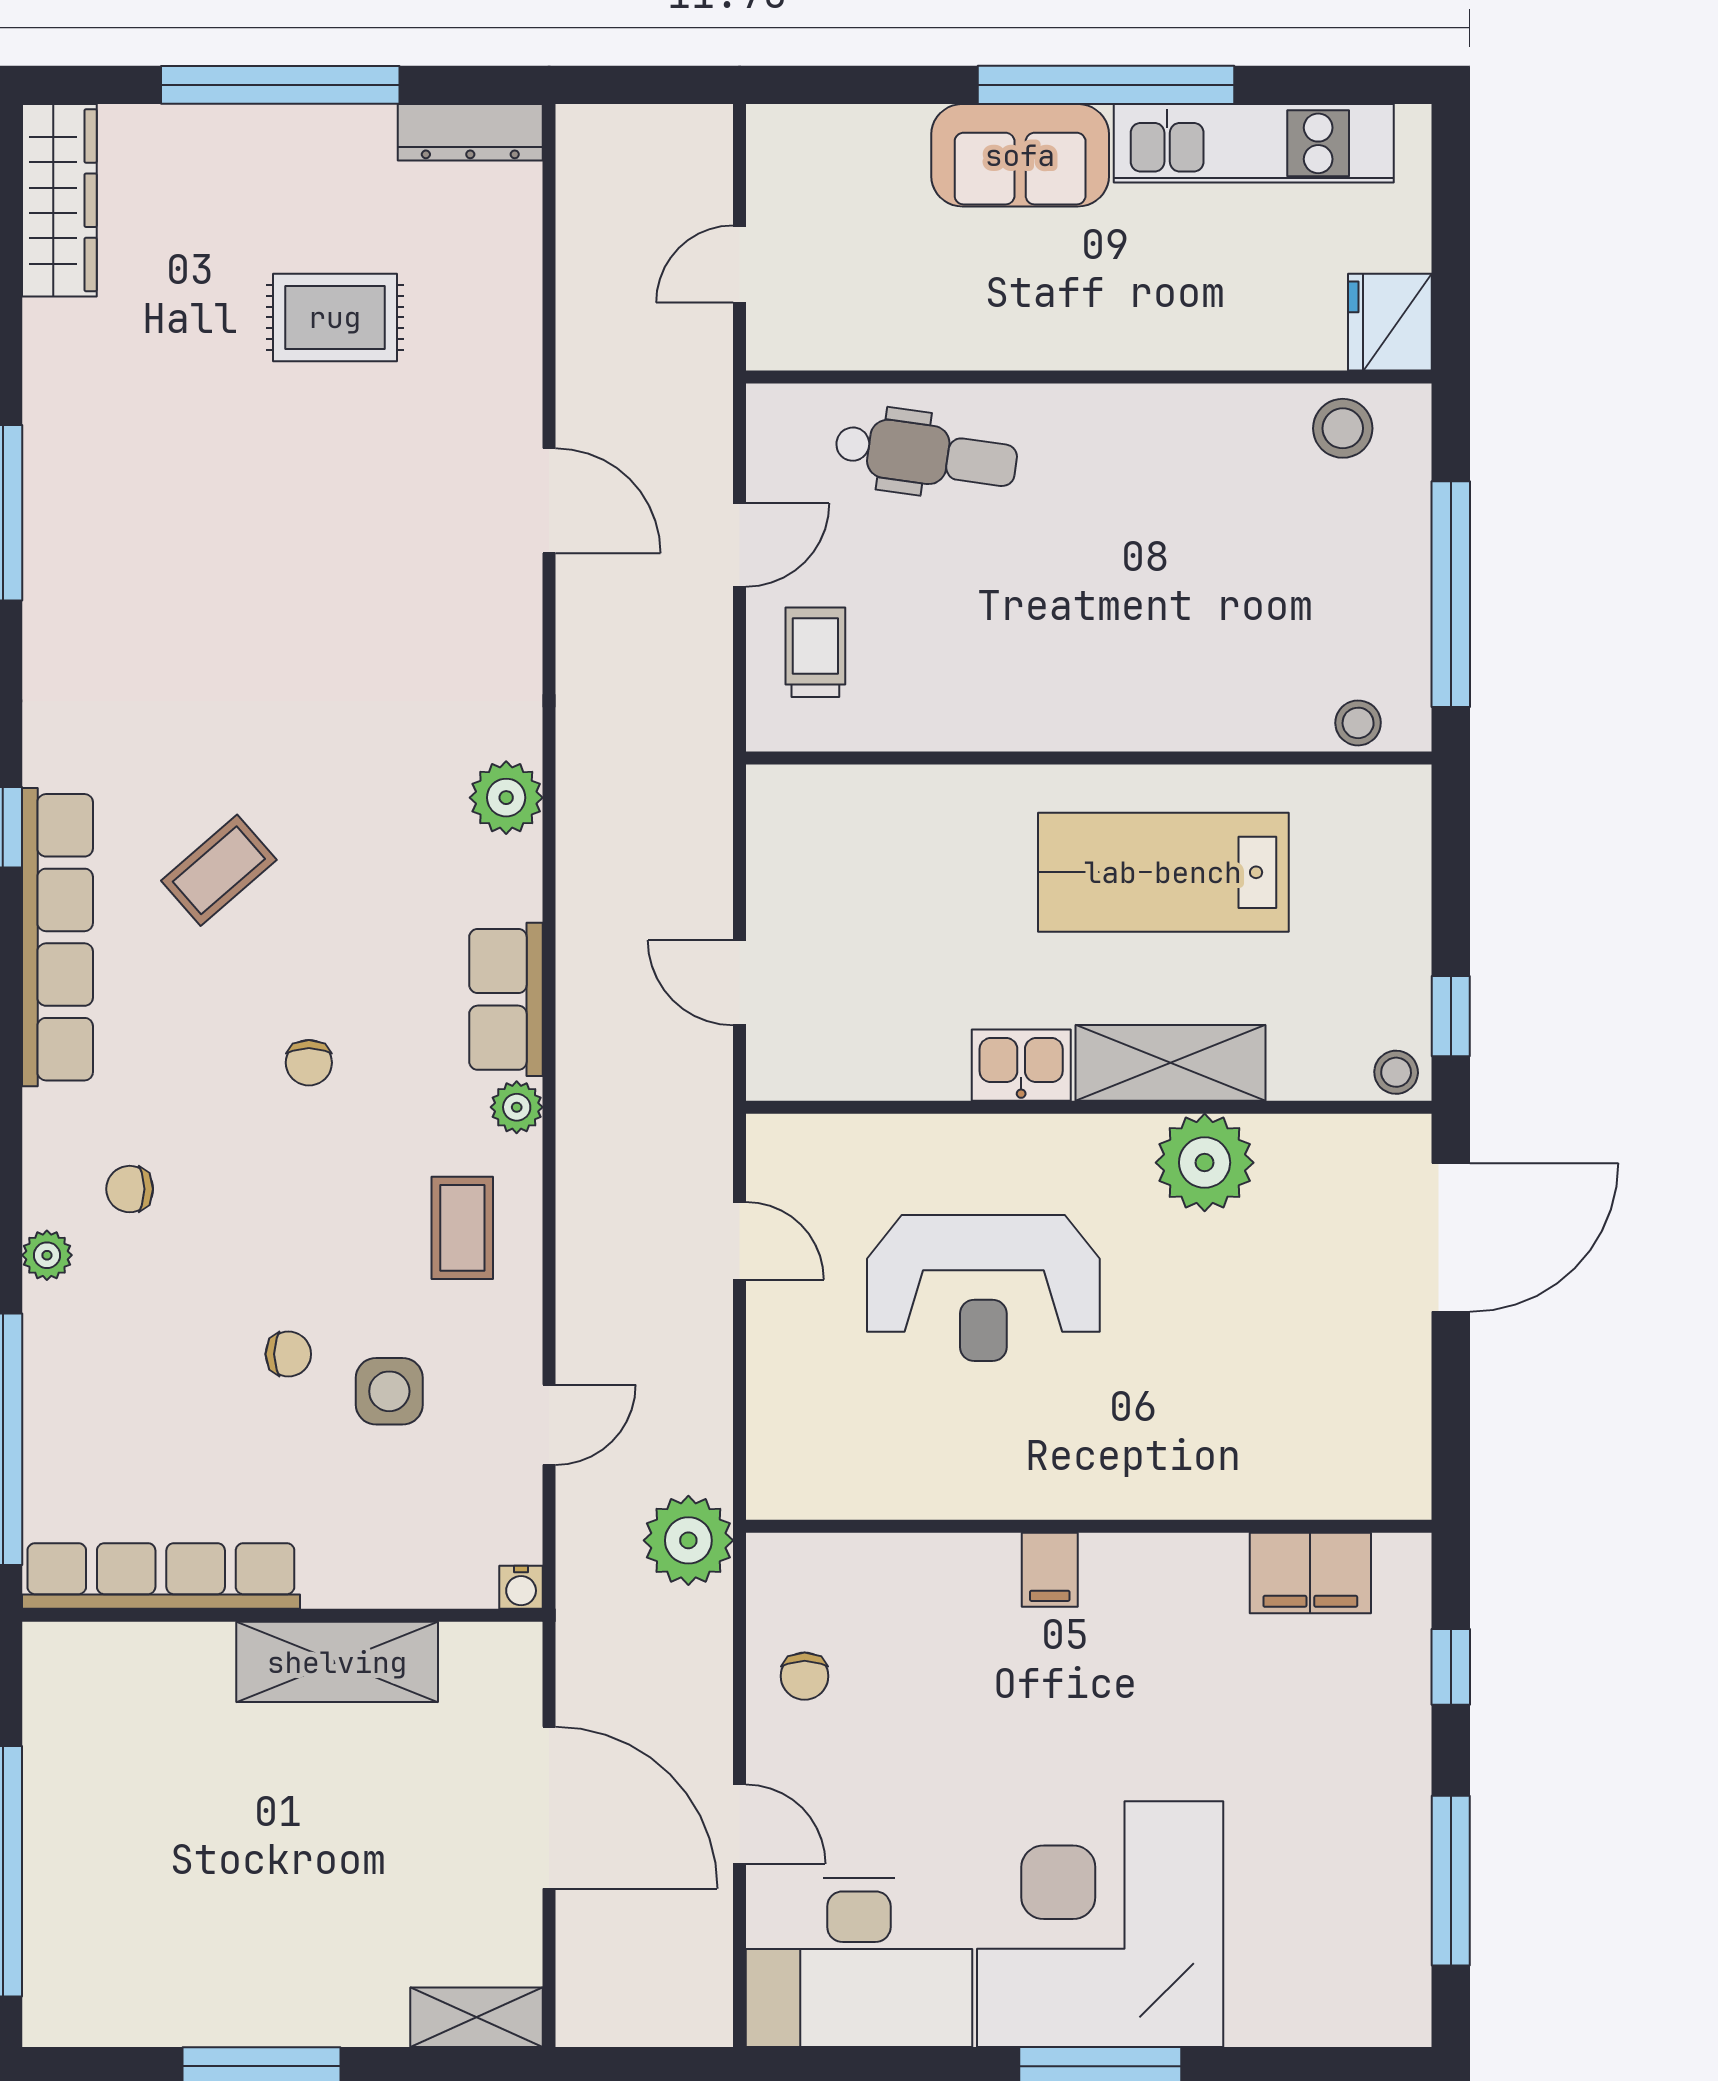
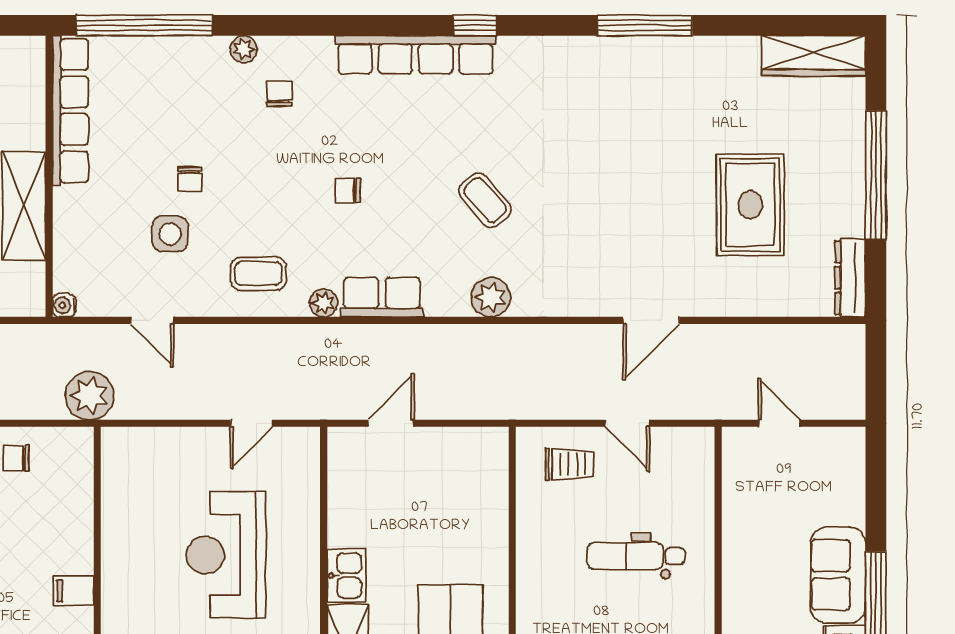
rug: (335, 317) -> (750, 205), width x1.36, depth x1.43
dental chair: (926, 454) -> (636, 556), moved, turned 82
coffee table: (219, 870) -> (485, 200), moved

